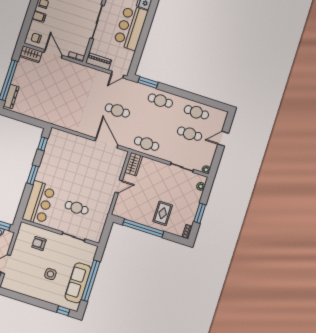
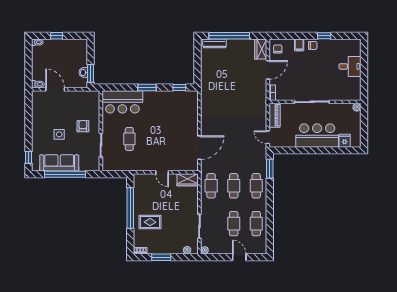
cafe table: (117, 110) -> (234, 186), moved
armchair: (39, 243) -> (83, 126), moved

